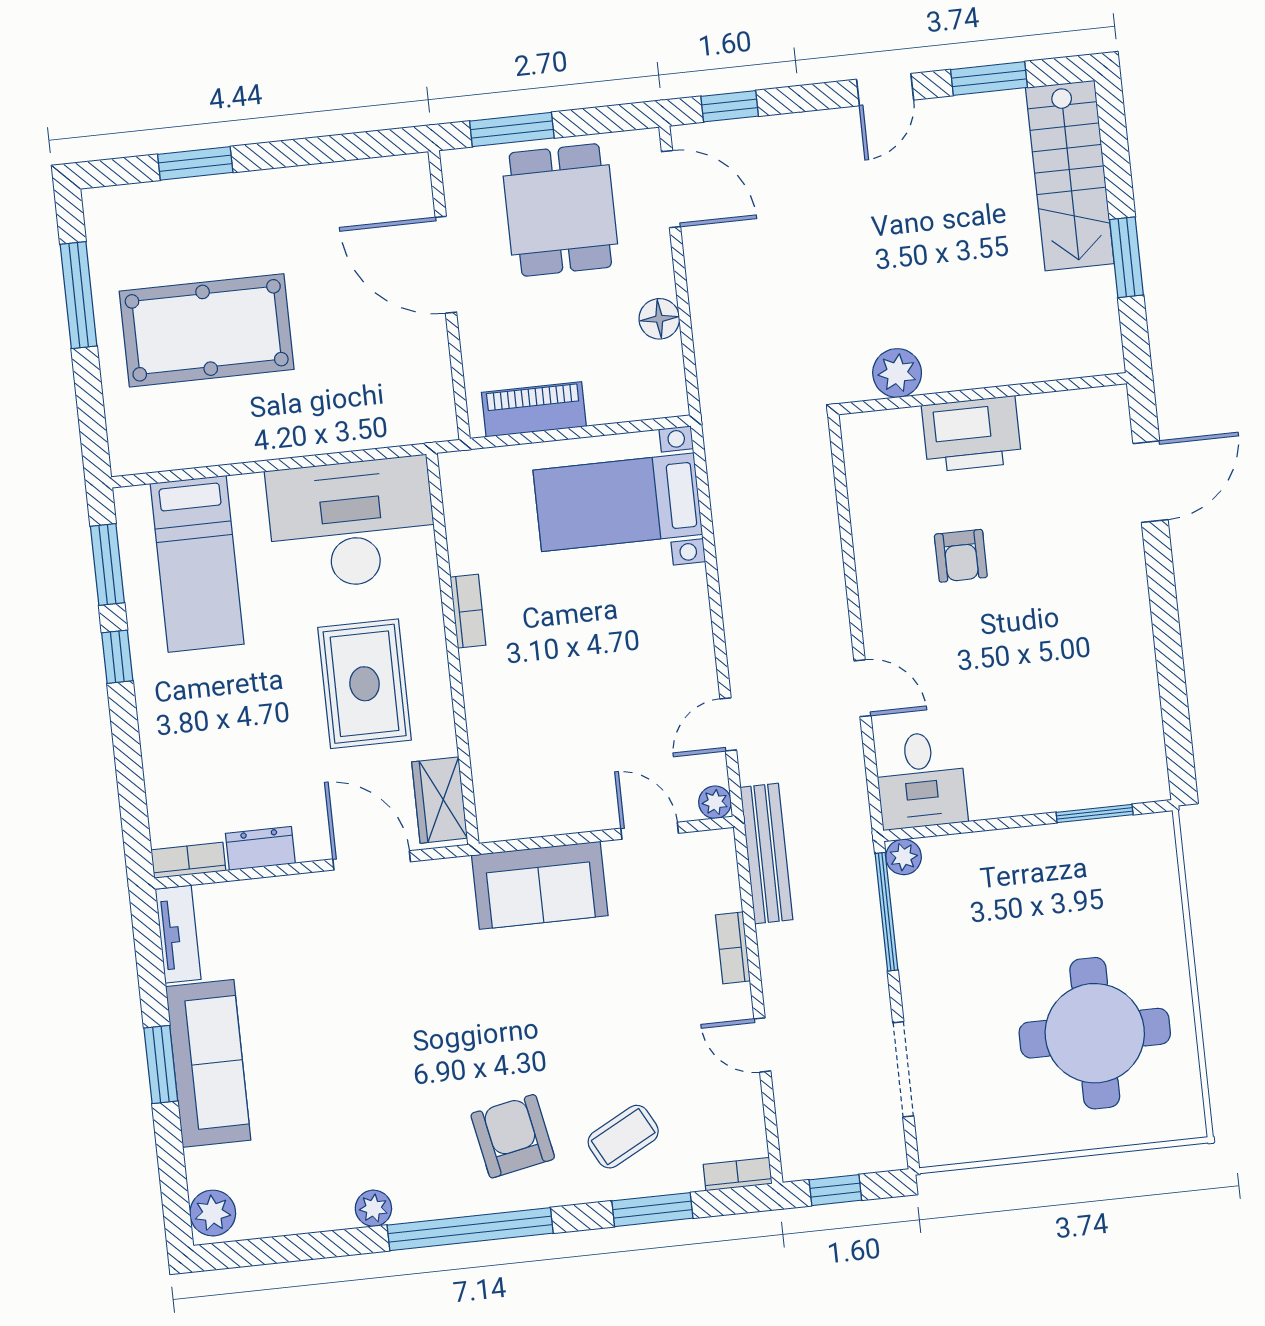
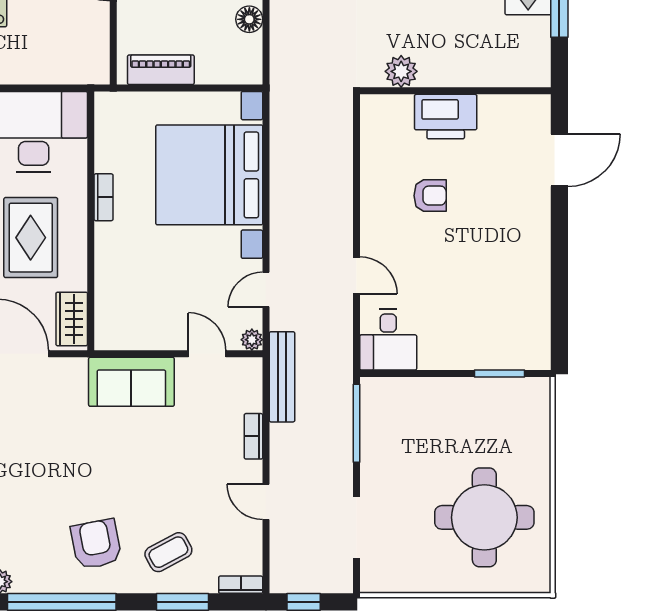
bed with nightstands: (618, 502) -> (209, 175), width x1.85
armchair: (961, 556) -> (430, 196), turned -90
plant: (904, 857) -> (372, 389), removed

